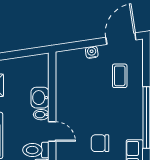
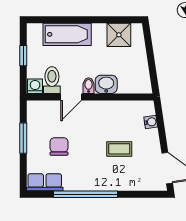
water cooler: (92, 52) -> (151, 122), moved
coffee table: (120, 76) -> (119, 149), moved

